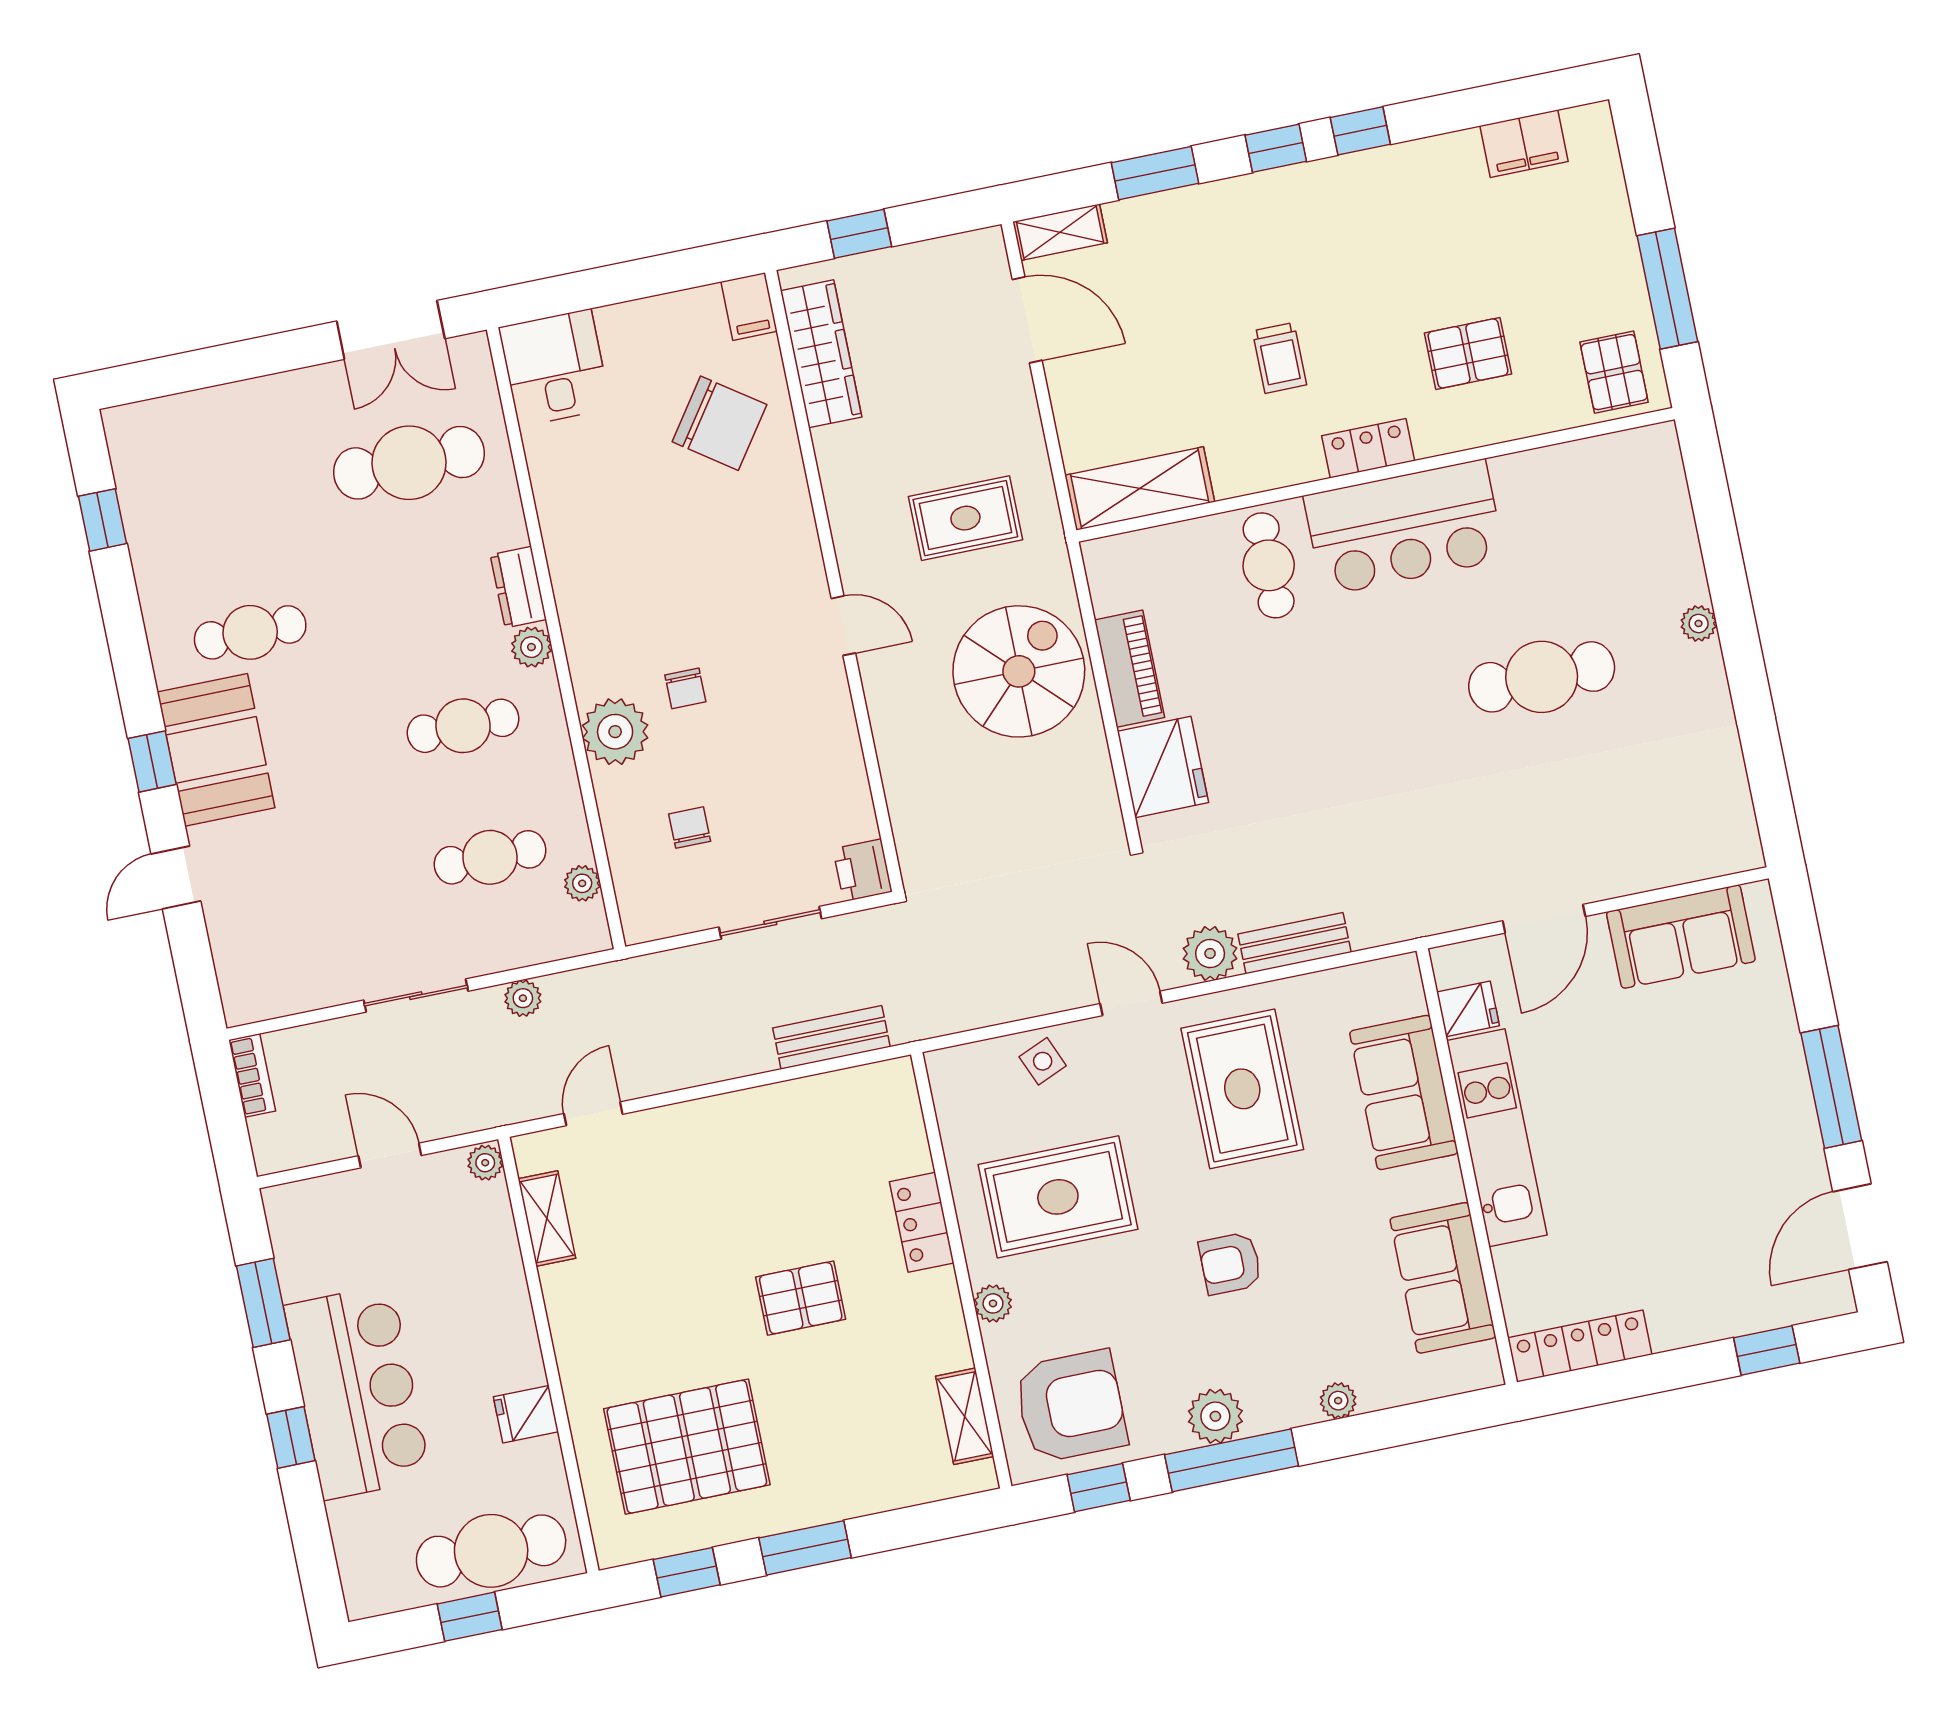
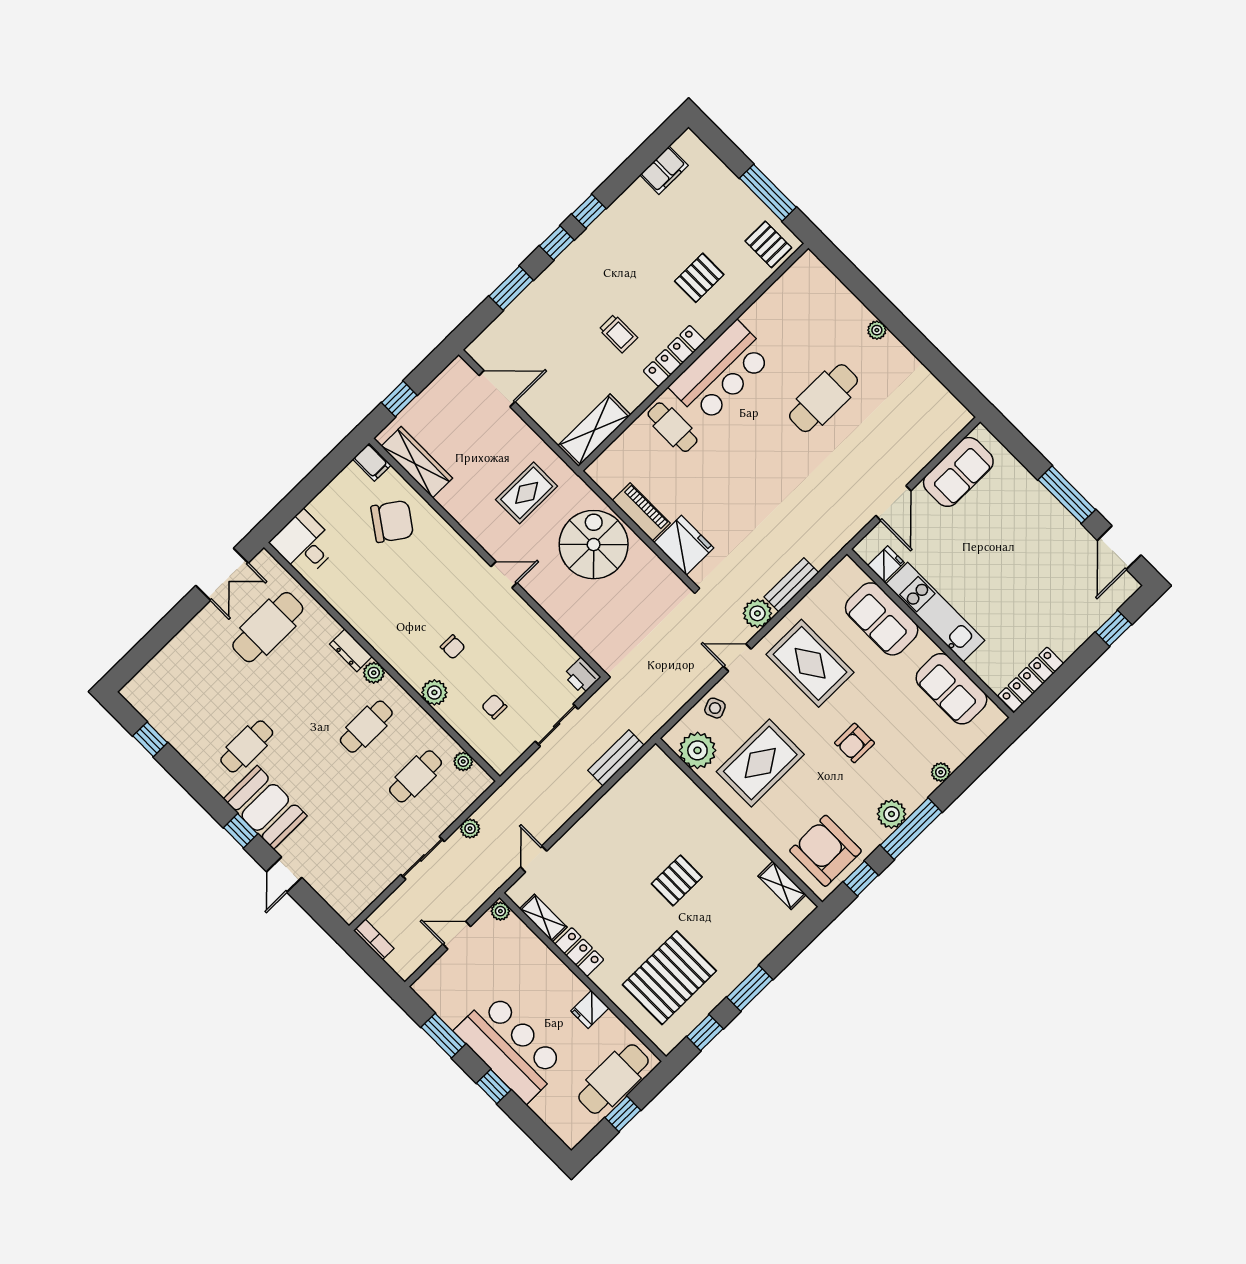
shelving: (1060, 232) -> (487, 341), removed
locker: (1368, 448) -> (674, 356), width x1.53
plant: (615, 732) -> (434, 692), width x0.73, depth x0.73
locker: (922, 1222) -> (579, 952), moved, turned 180
plant: (993, 1303) -> (697, 750), moved, width x1.88, depth x1.88
armchair: (1071, 1406) -> (825, 851), turned -90

